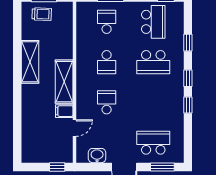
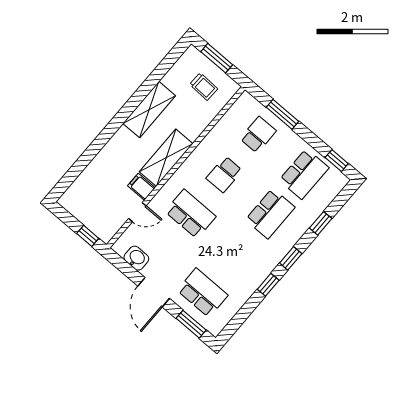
trolley: (42, 14) -> (204, 87), moved
school desk: (153, 62) -> (270, 214), turned -90
school desk: (107, 102) -> (190, 214), width x1.85

